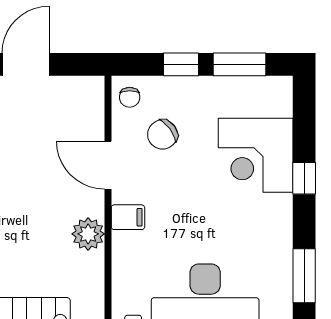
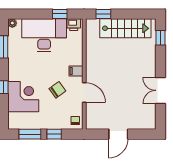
chair: (162, 134) -> (57, 90), moved
plant: (88, 234) -> (92, 64), removed

